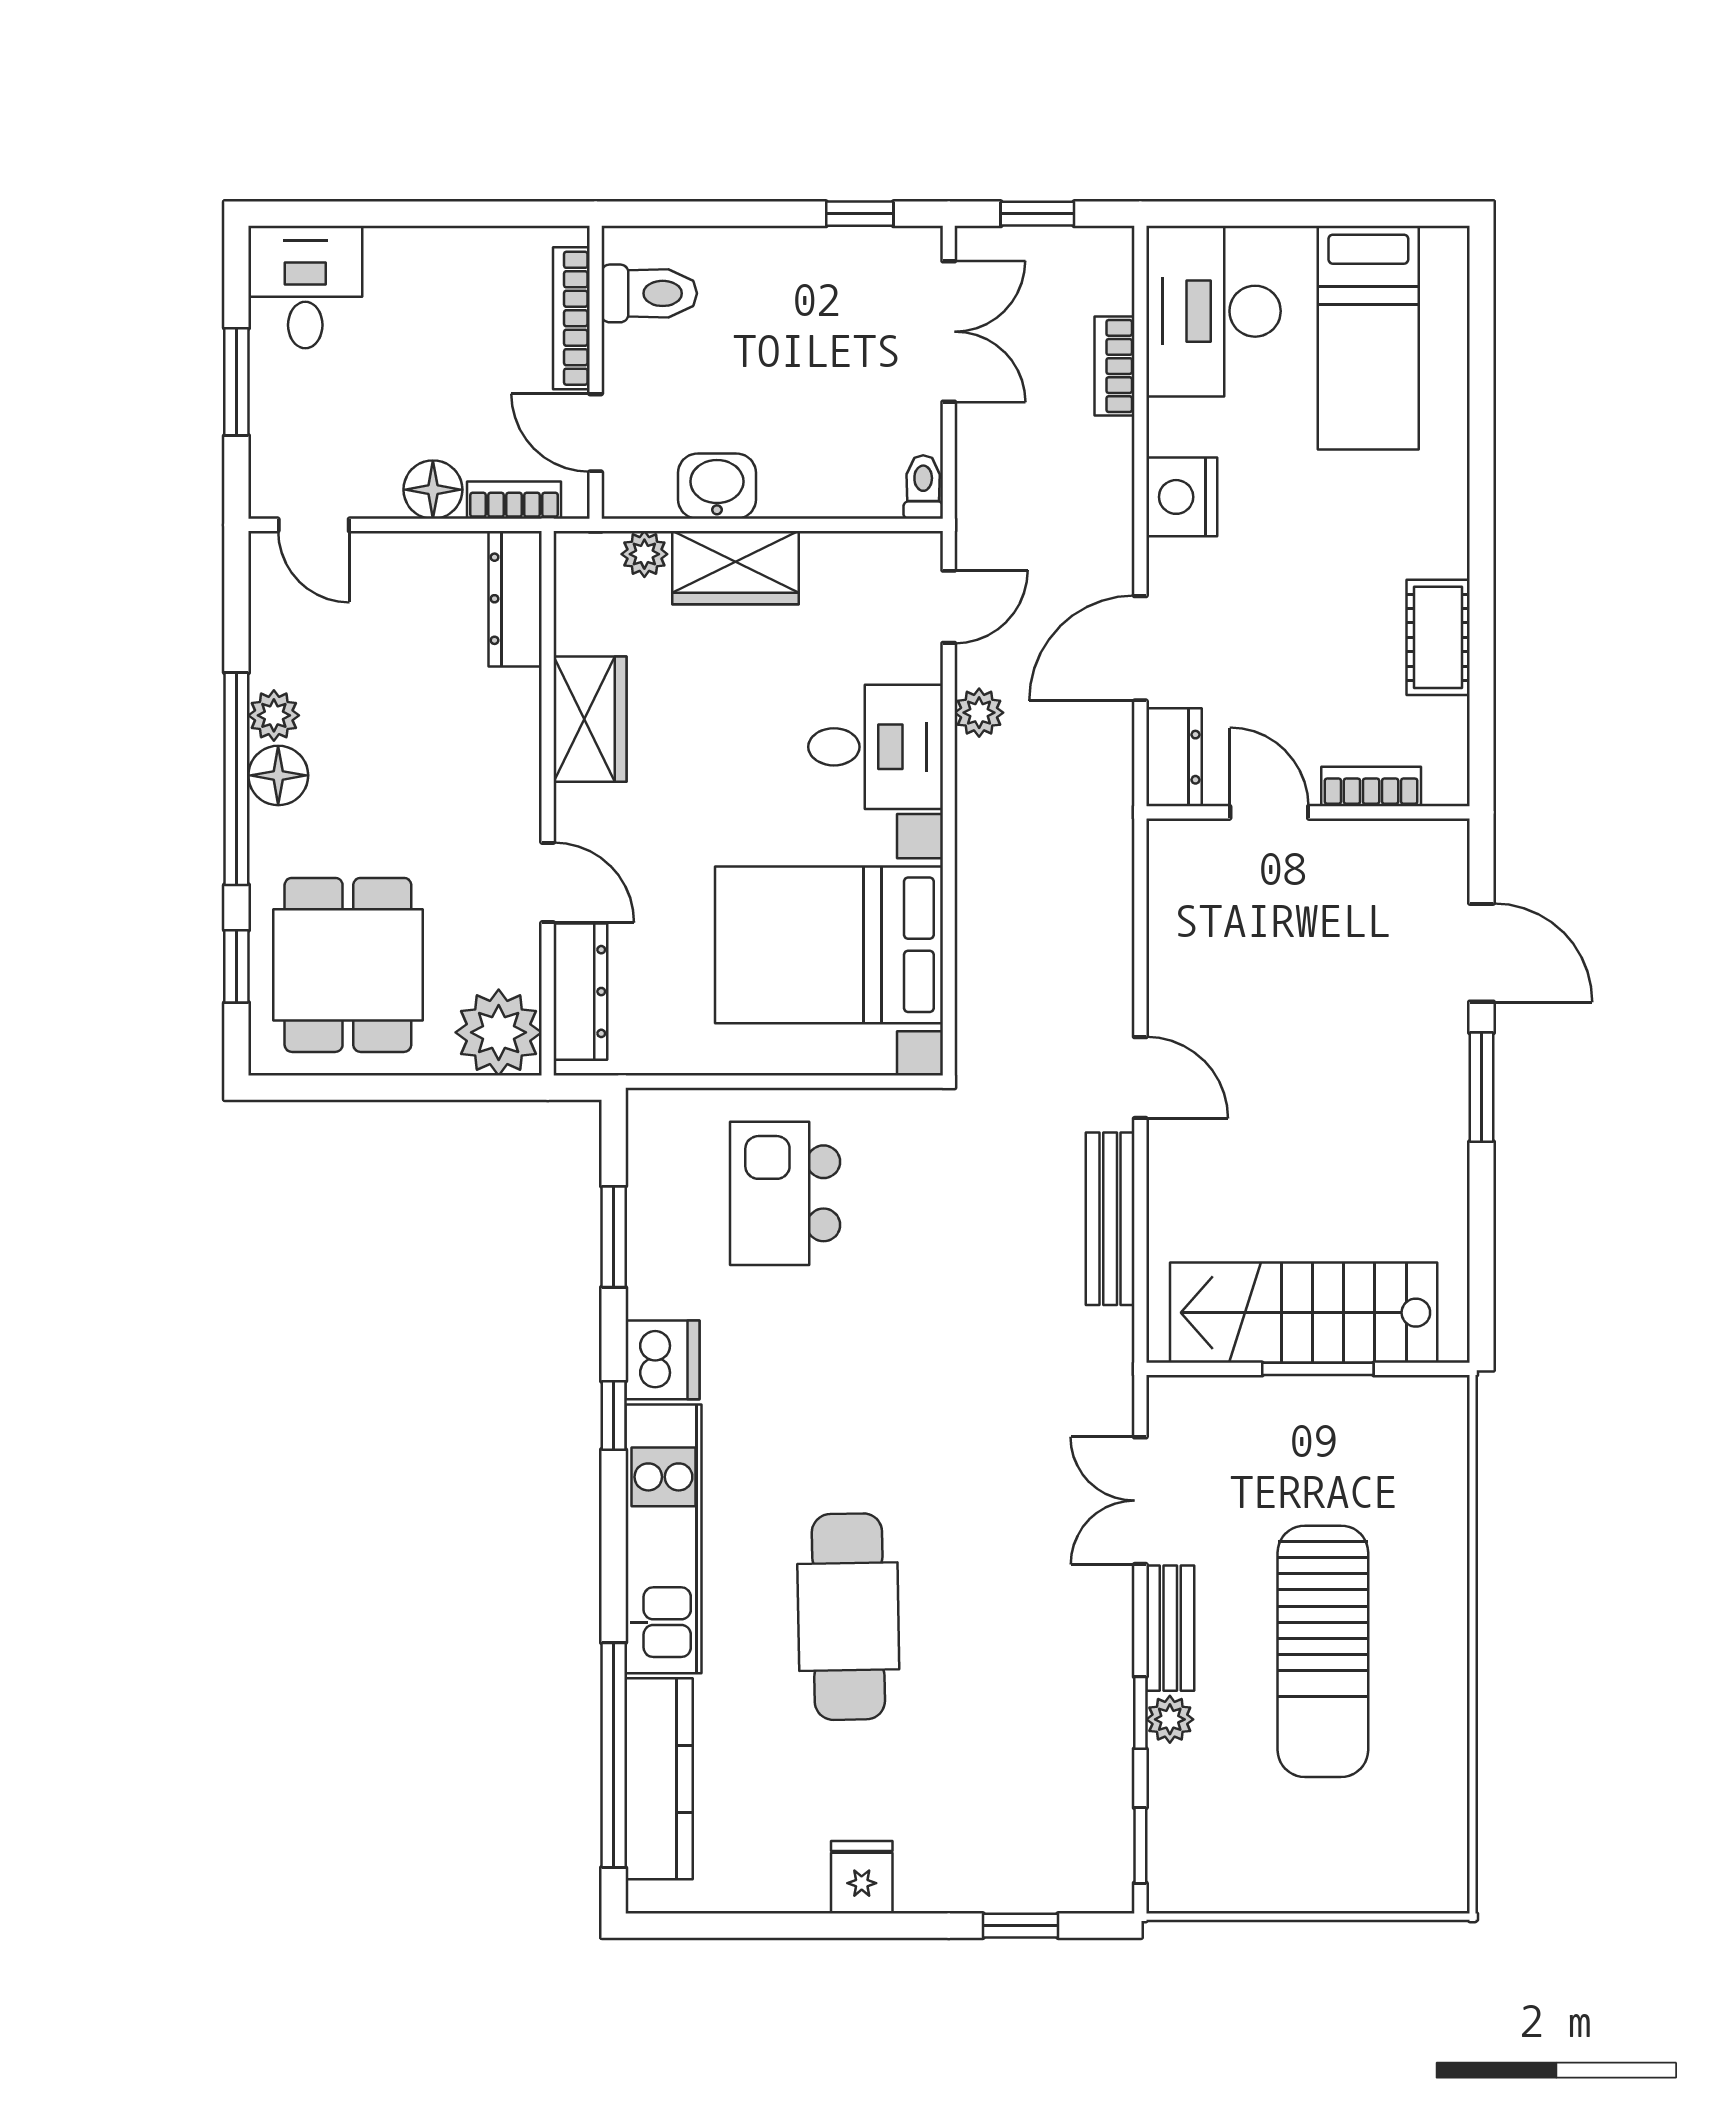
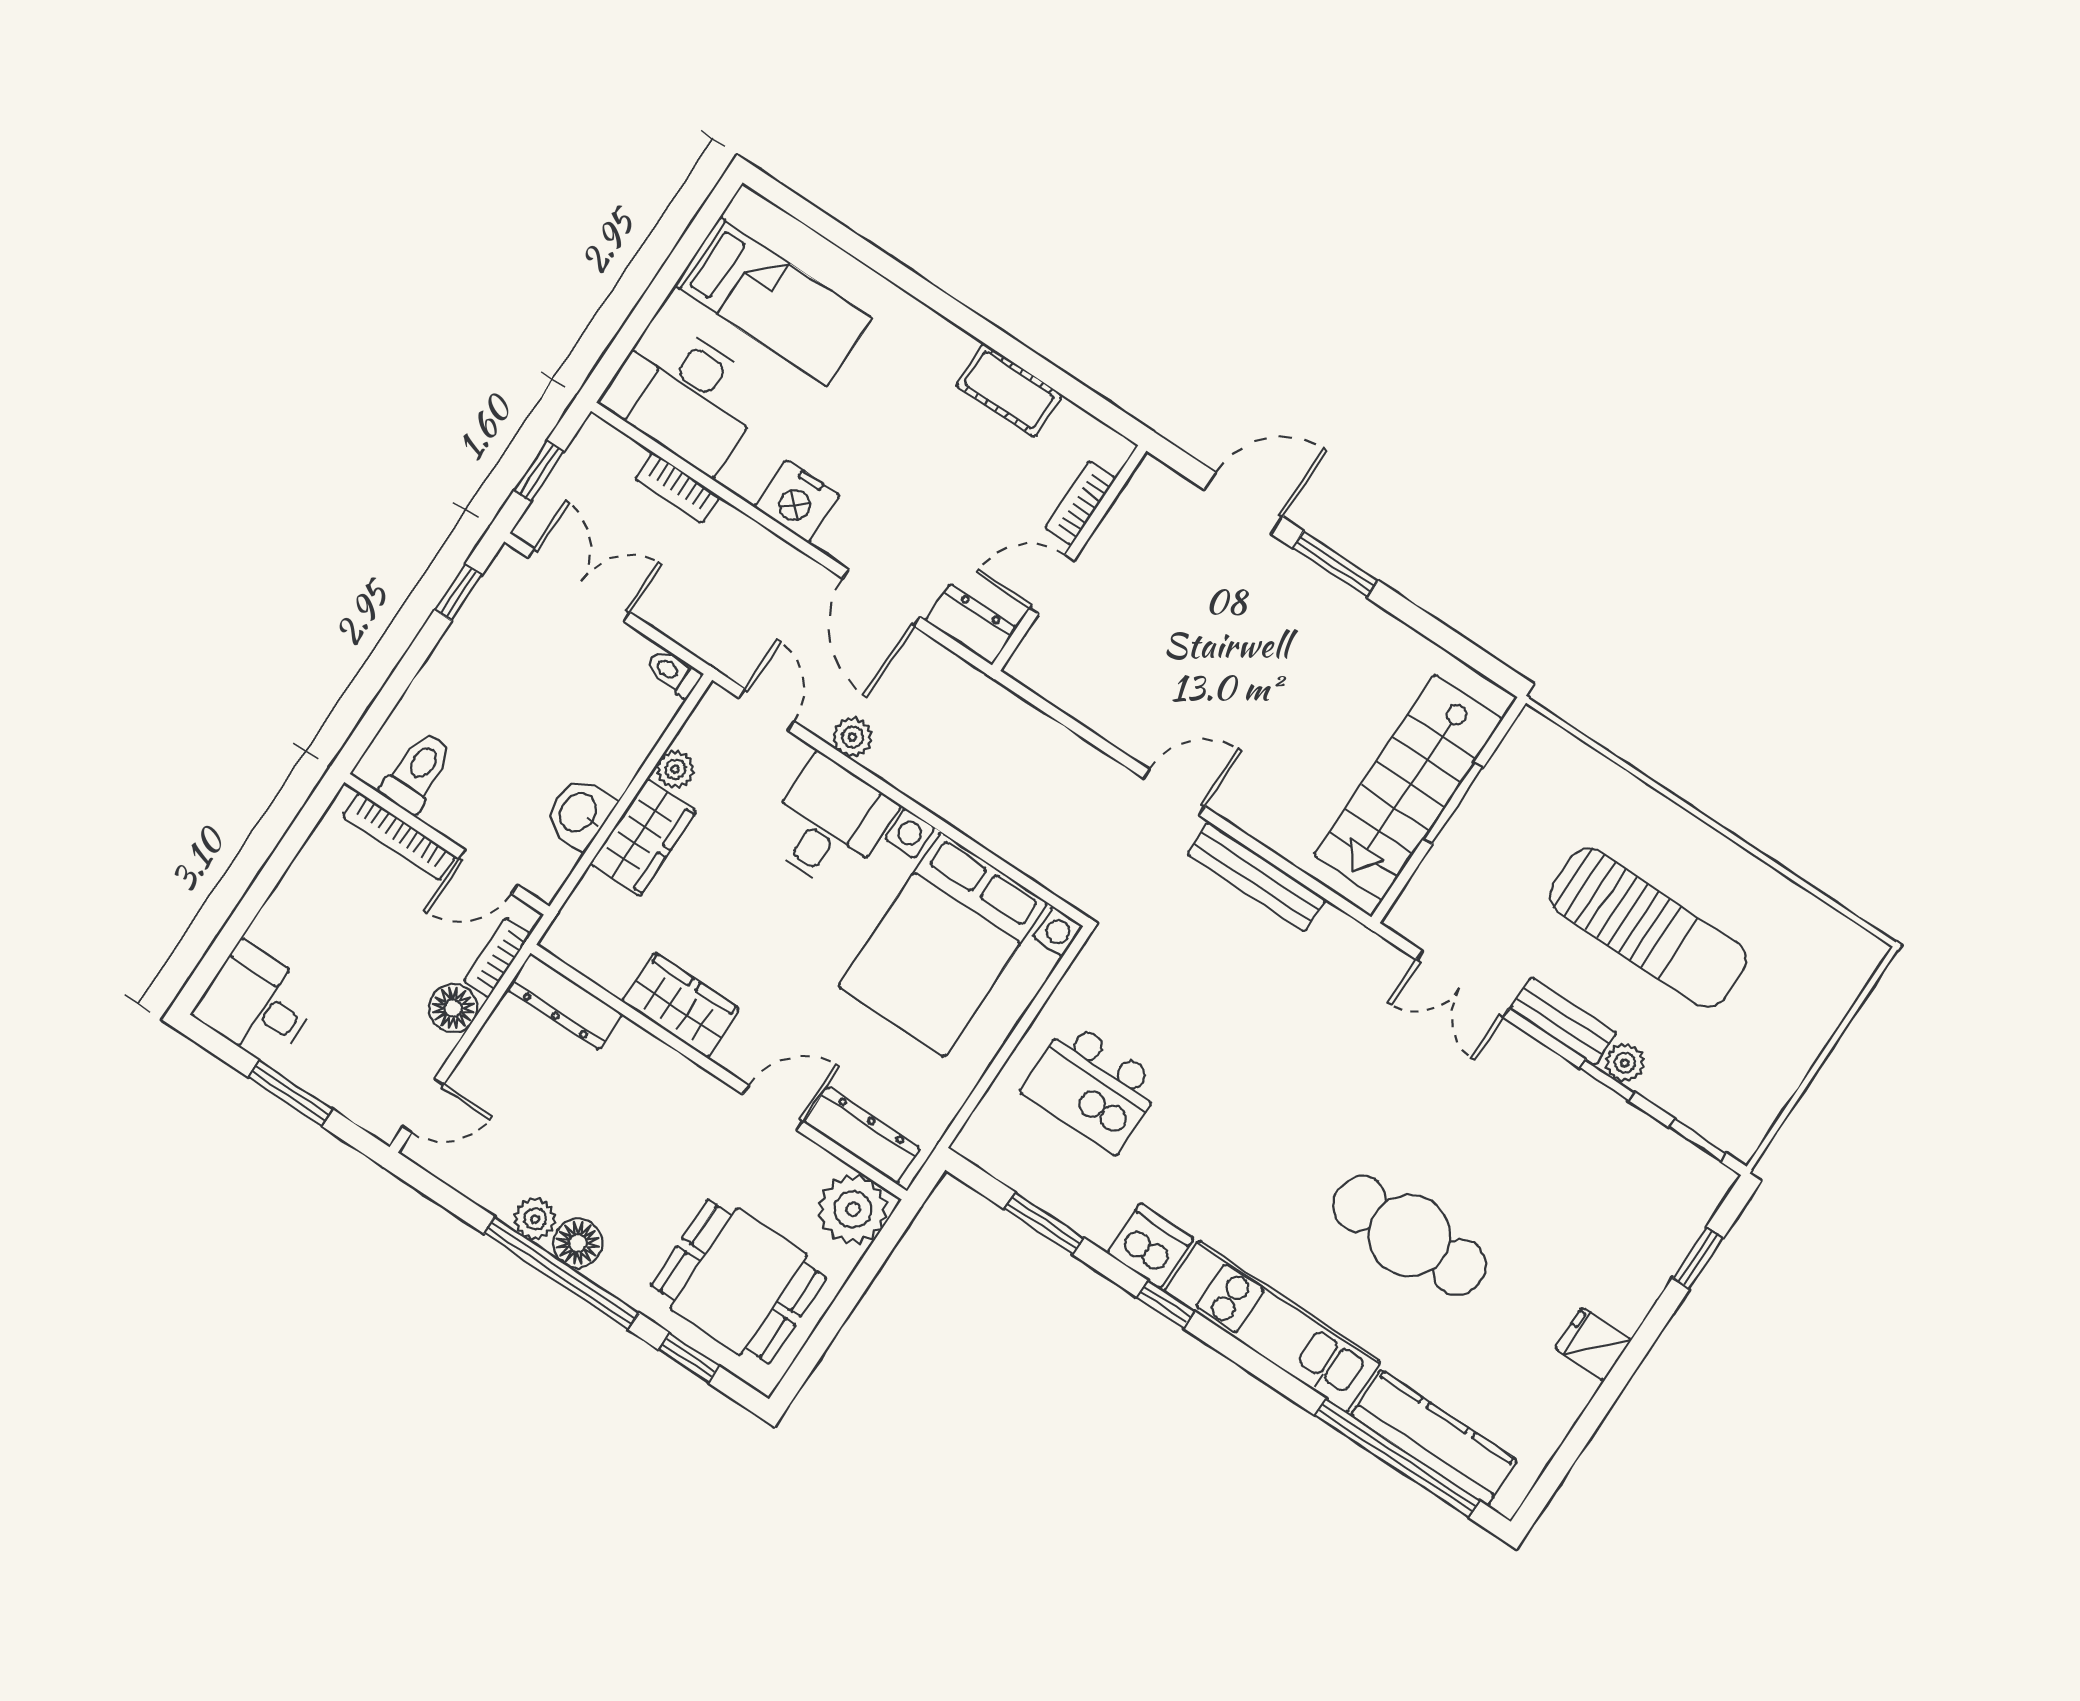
plant: (644, 554) -> (675, 769), moved

